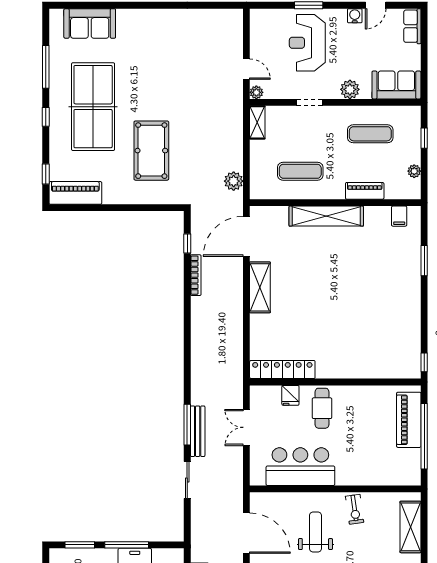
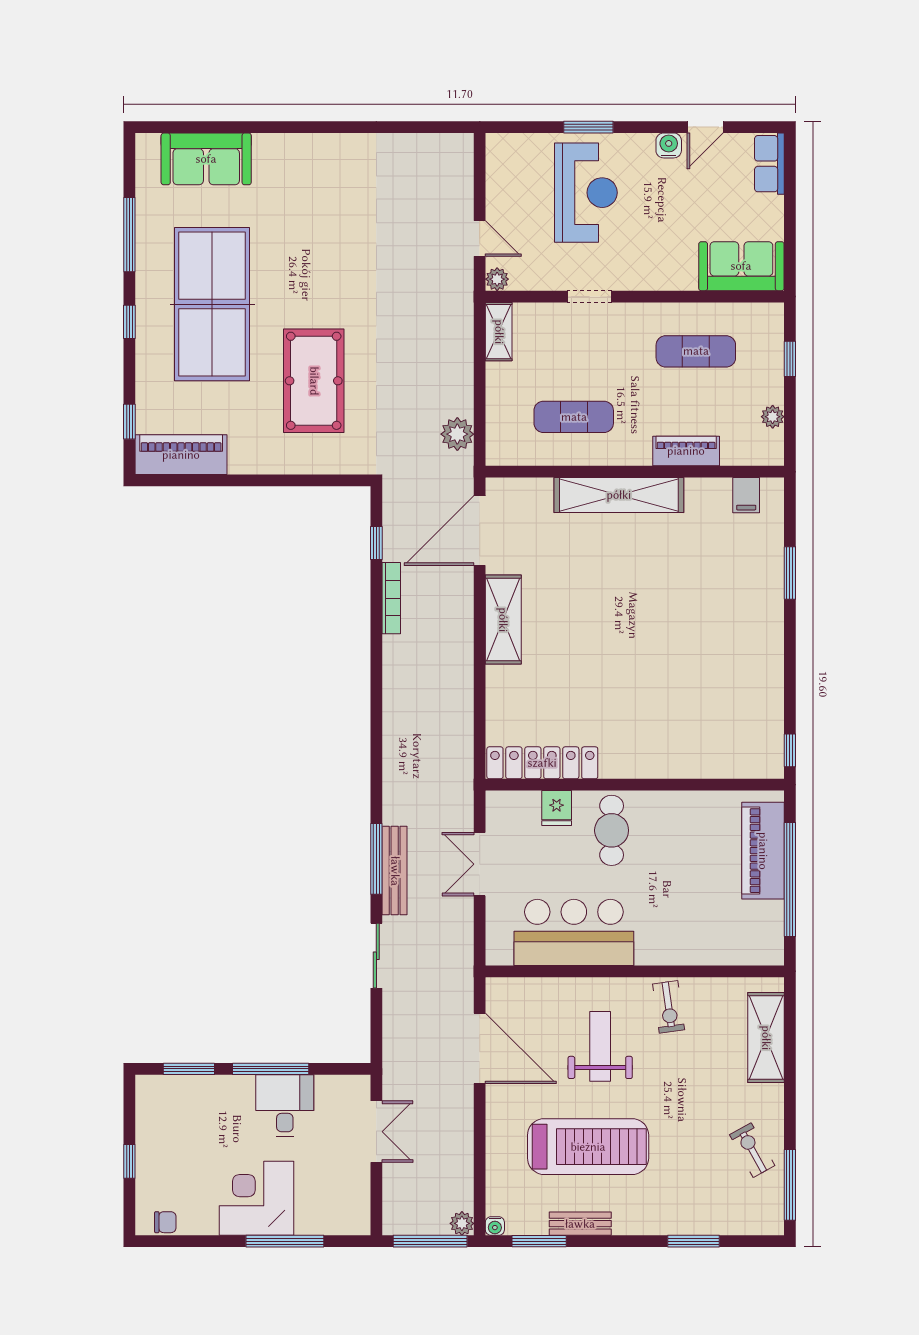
reception desk: (307, 43) -> (586, 193), turned 180
plant: (350, 89) -> (660, 274), removed

